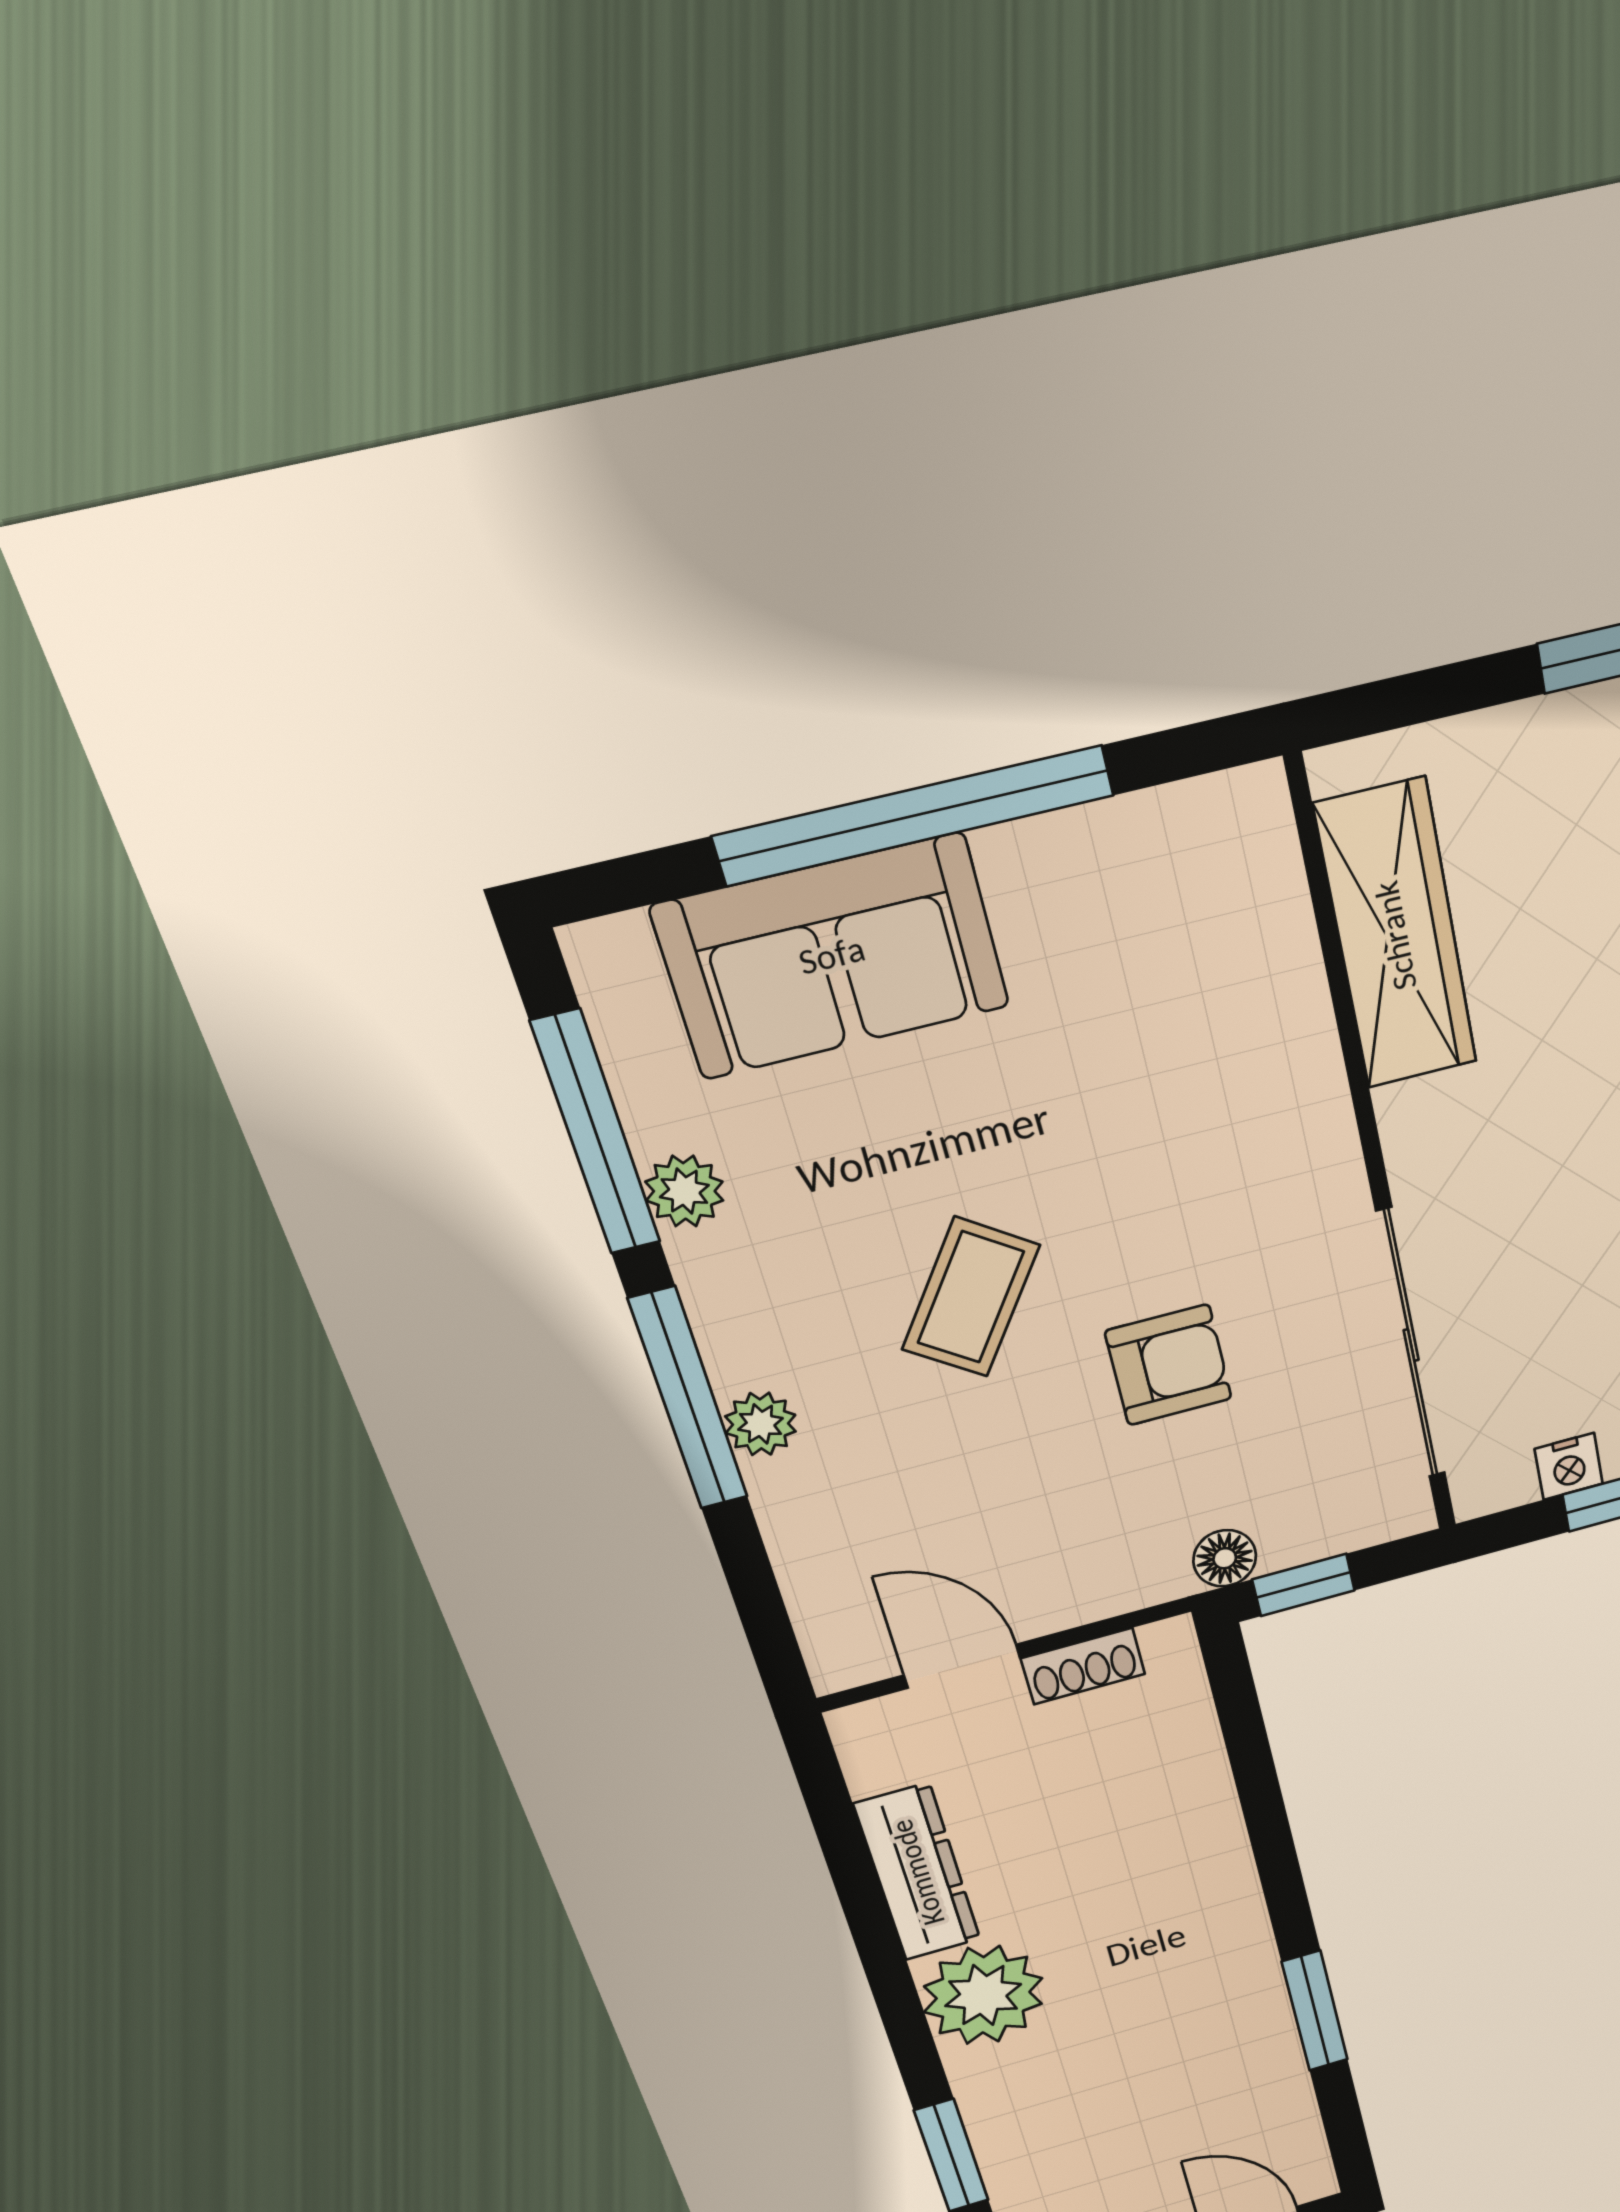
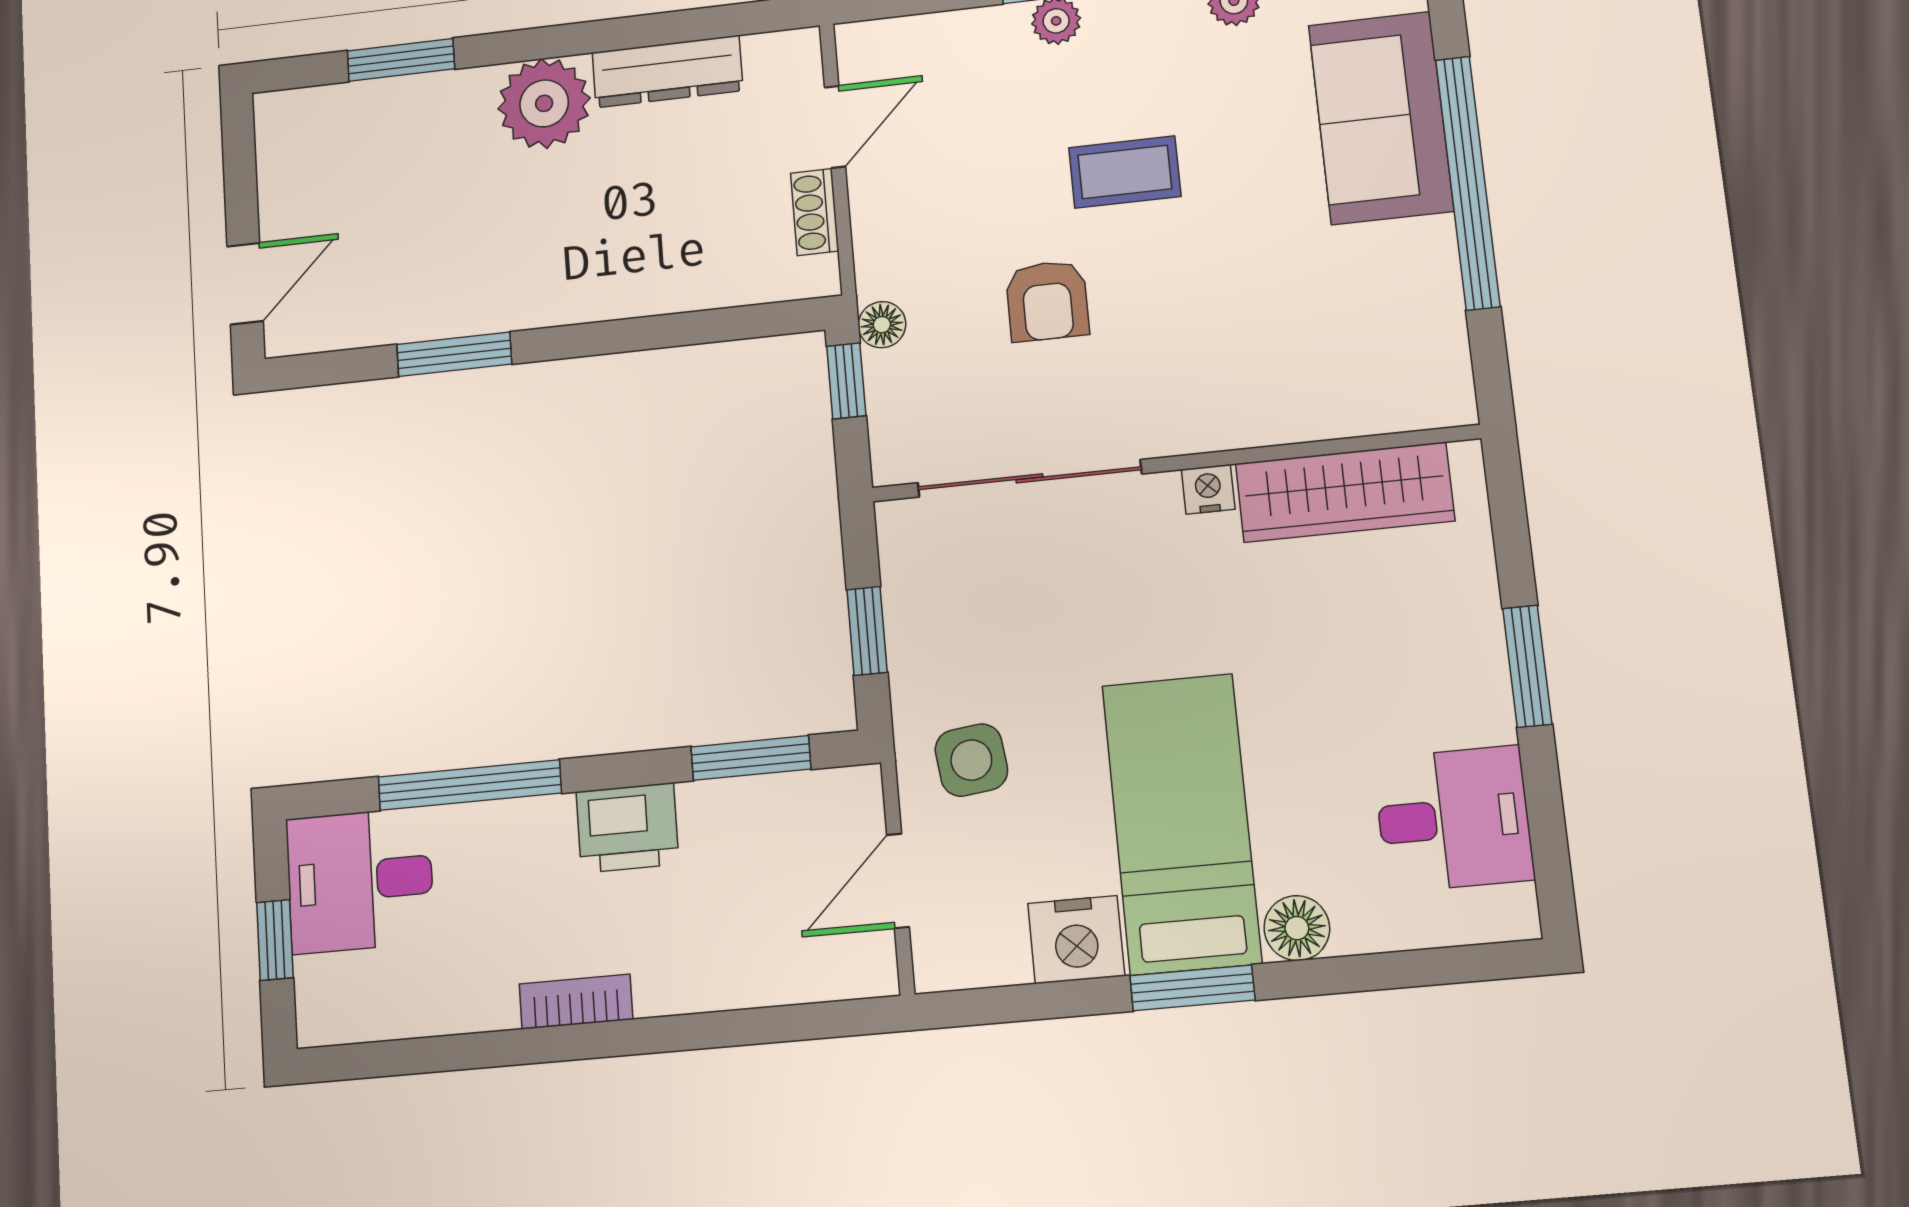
coffee table: (971, 1297) -> (1125, 172), turned -35
nightstand: (1569, 1466) -> (1208, 489), moved, turned 90

